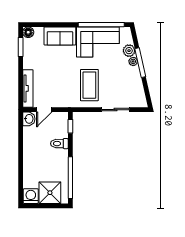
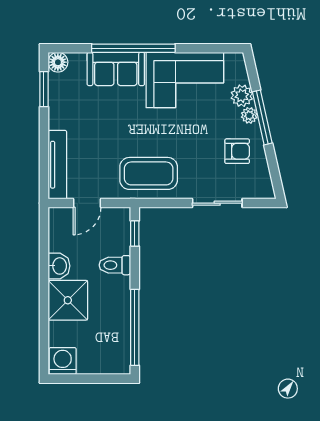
window: (101, 25) -> (133, 48), moved
armchair: (126, 81) -> (237, 151), added
coffee table: (89, 85) -> (149, 173), moved, turned 90
washbasin: (29, 119) -> (59, 266), moved
shower: (50, 193) -> (68, 300), moved

